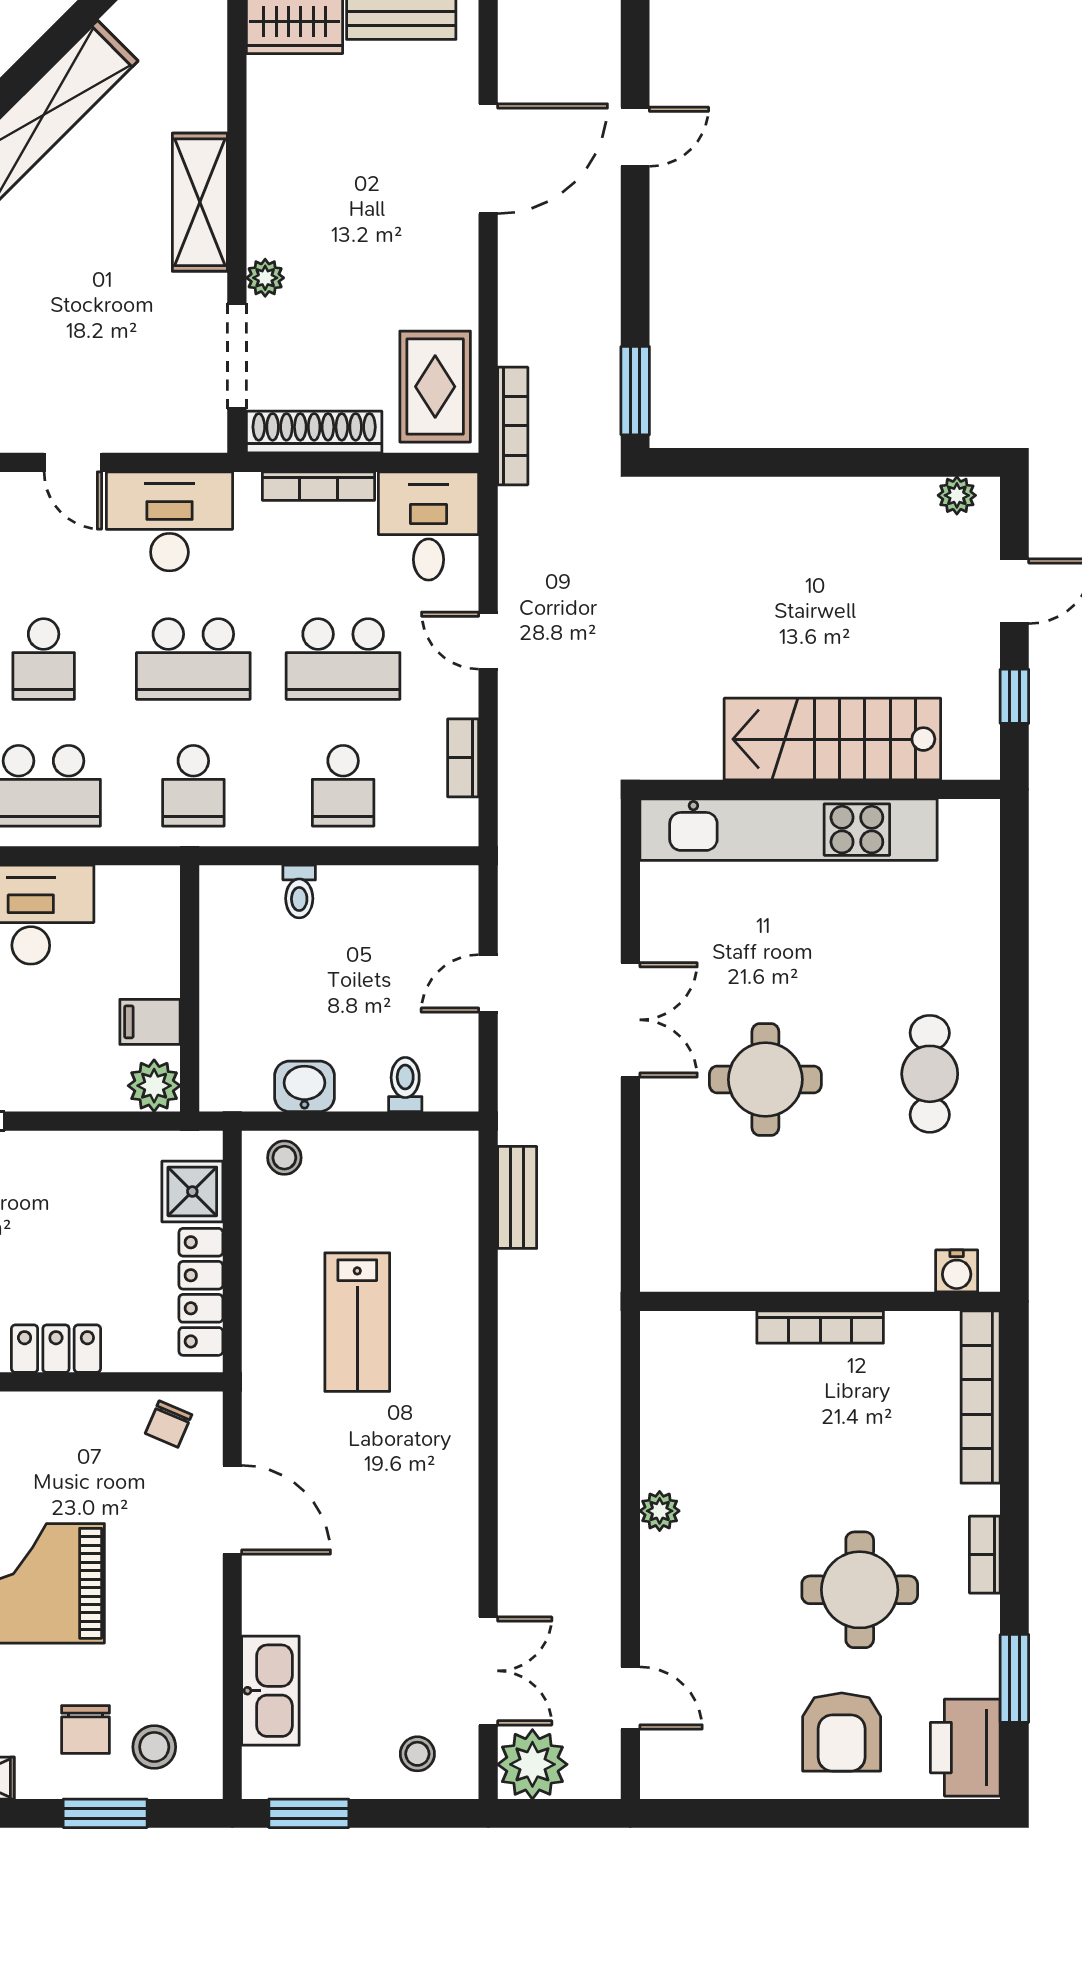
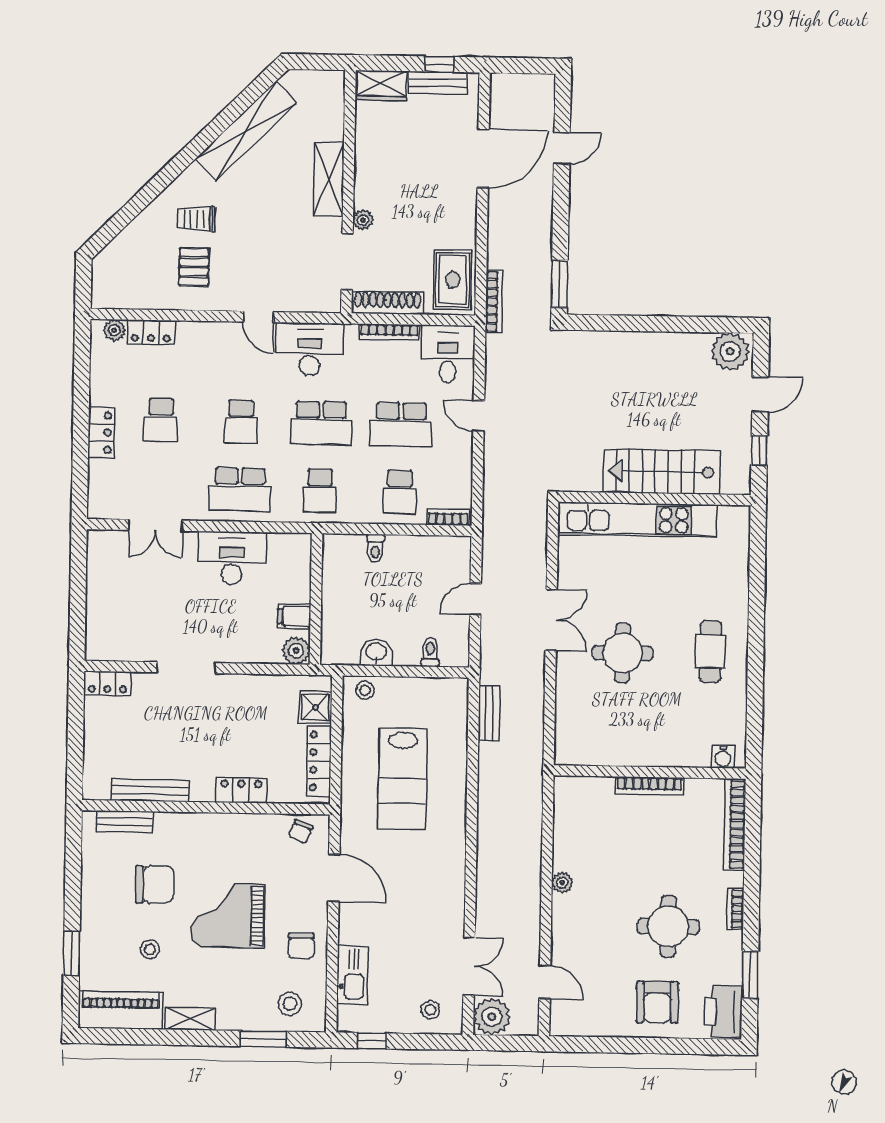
plant: (957, 495) -> (730, 352), width x1.88, depth x1.88
bookcase: (463, 758) -> (448, 517), moved, turned 90
lab bench: (357, 1322) -> (402, 779), width x1.36, depth x1.39
chair: (86, 1729) -> (301, 946), moved
window: (309, 1813) -> (372, 1041), width x0.67

